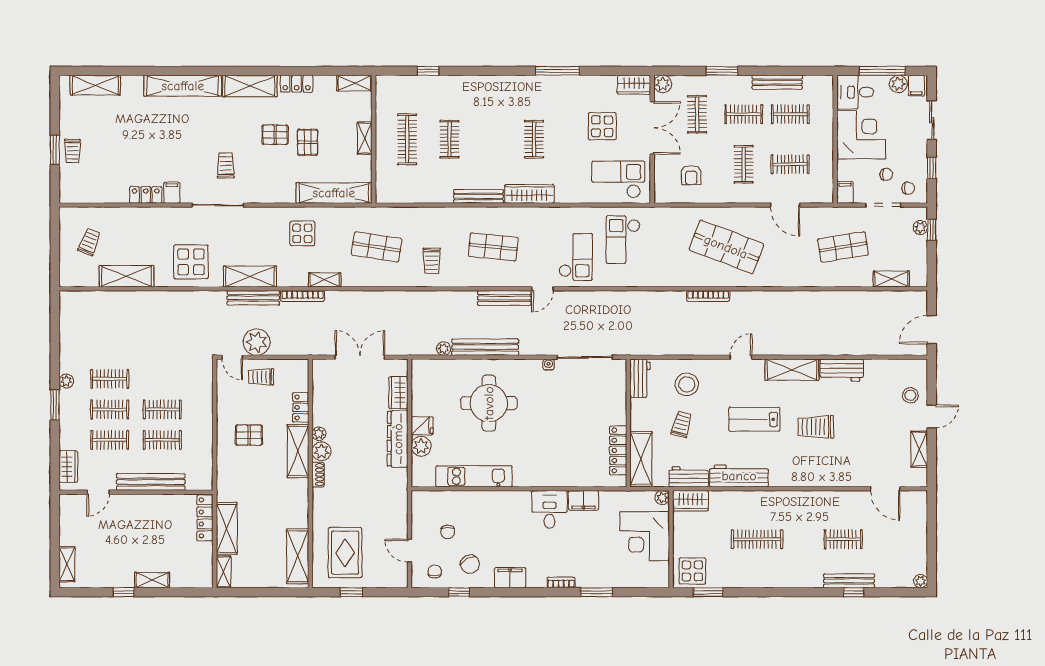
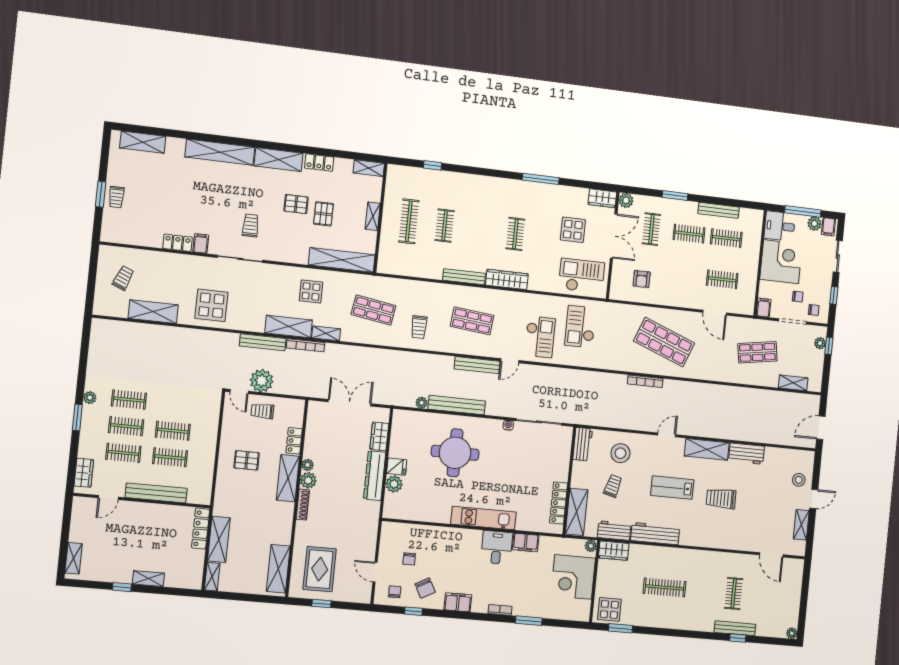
clothes rail: (744, 164) -> (685, 275), removed
shelving: (250, 277) -> (289, 326), moved
shoe rack: (318, 475) -> (303, 505), width x1.43
kitchen unit: (474, 476) -> (483, 518), moved
clothes rail: (843, 539) -> (734, 593), turned 90

